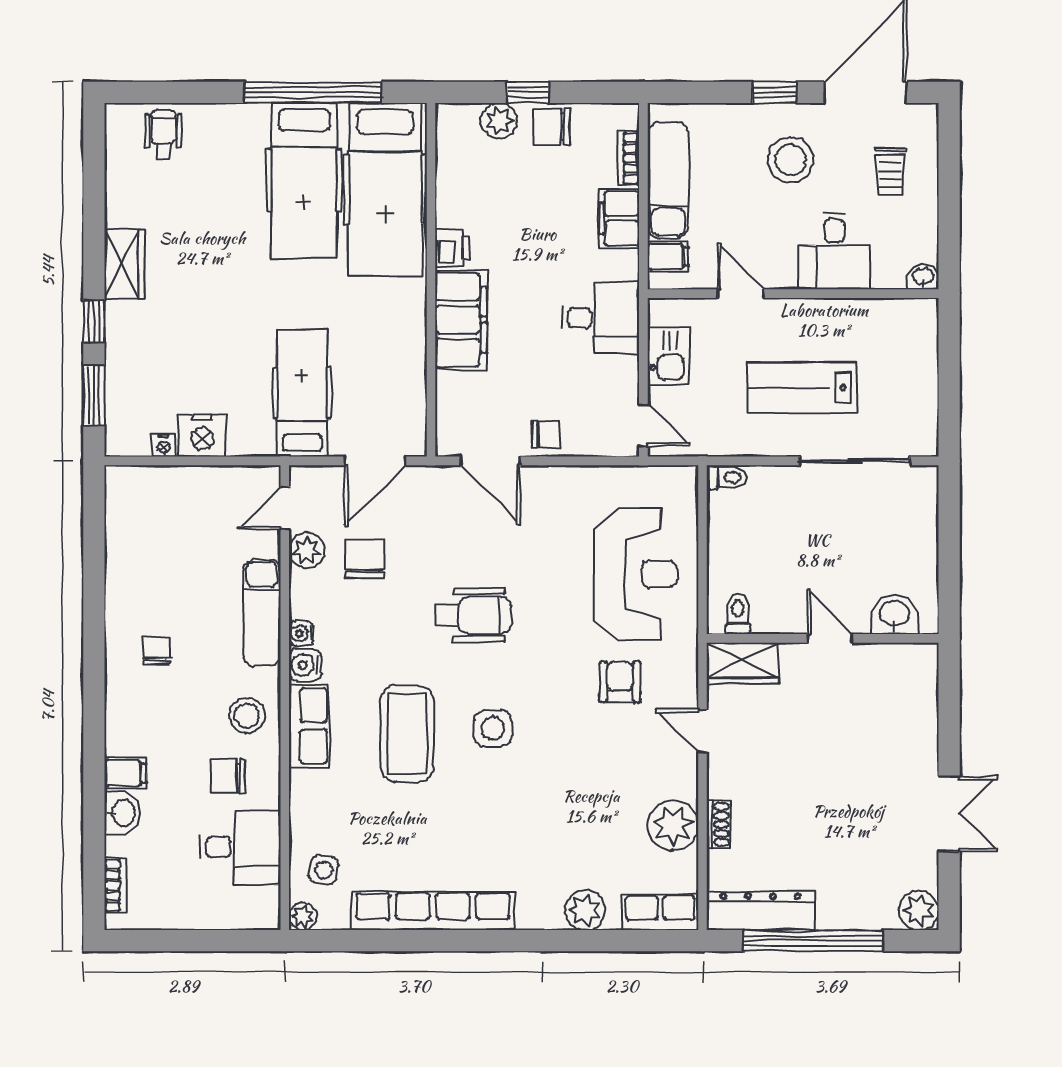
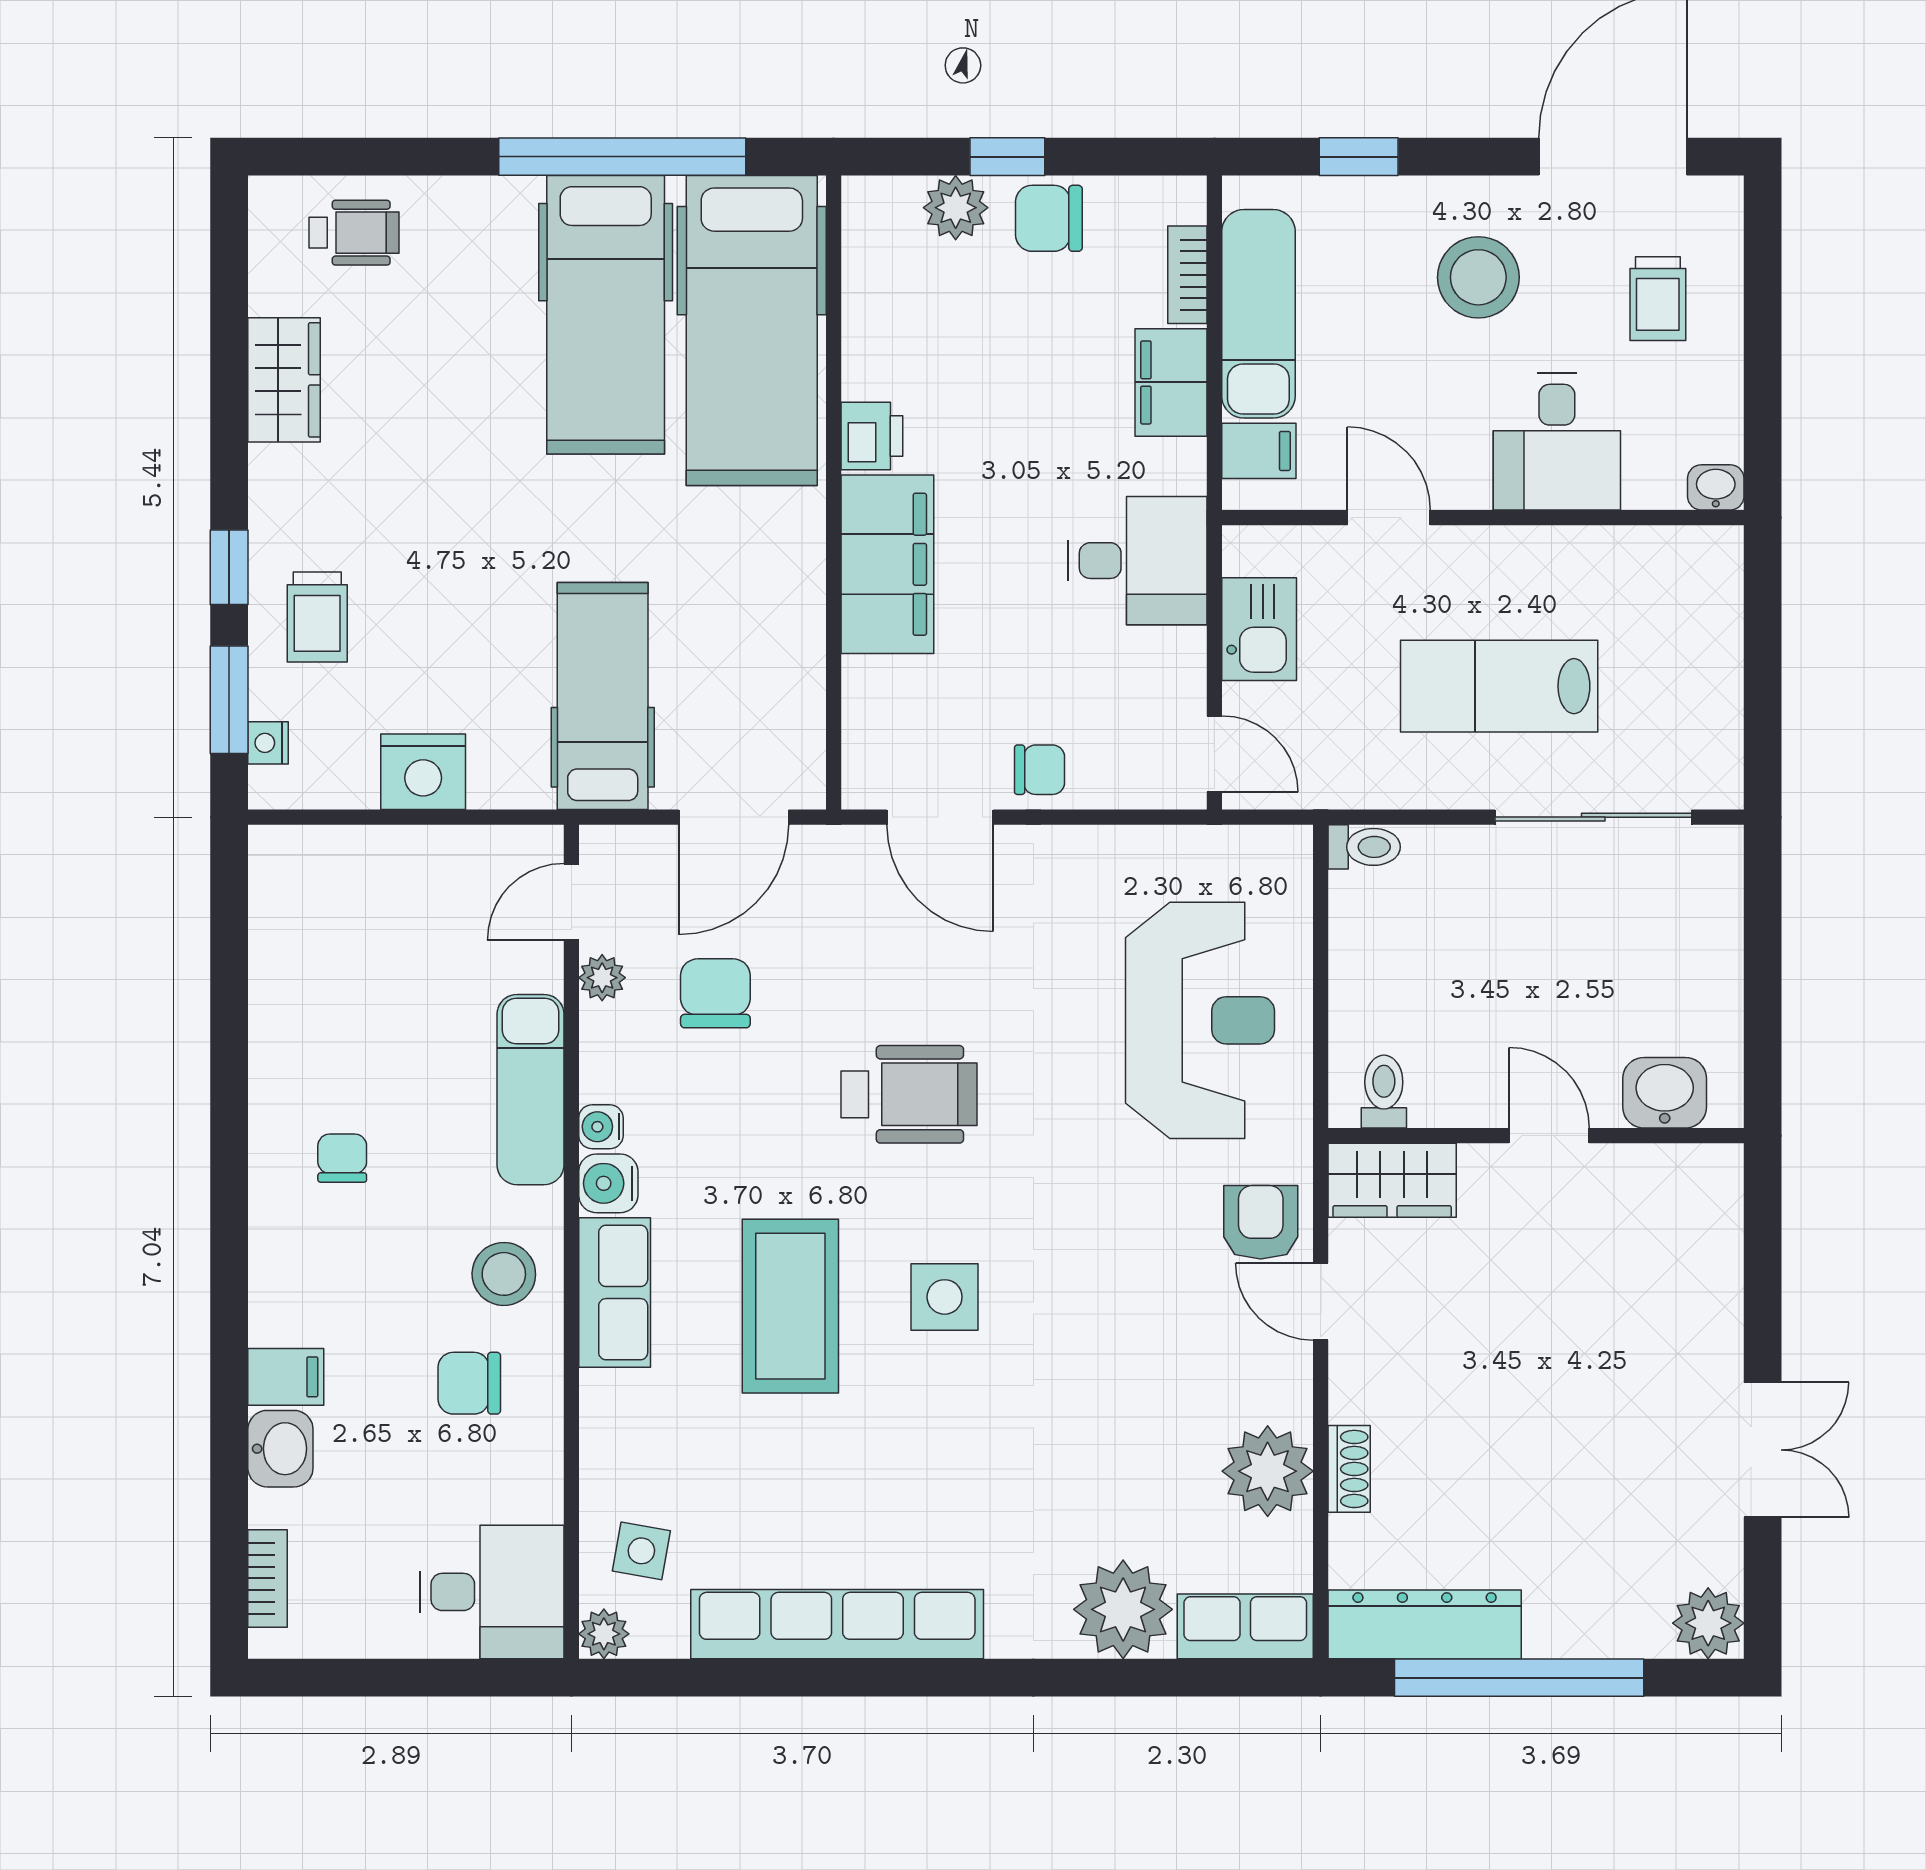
window: (775, 92) -> (1359, 157), moved
wheelchair: (163, 135) -> (354, 233), turned 90
wardrobe: (124, 264) -> (284, 380), moved
trolley: (143, 349) -> (317, 617), added
nightstand: (164, 445) -> (268, 743), moved, turned 90
plant: (307, 550) -> (602, 978), width x0.73, depth x0.73
armchair: (620, 682) -> (1261, 1222), moved
desk: (240, 847) -> (492, 1592), moved
plant: (585, 910) -> (1123, 1609), width x1.36, depth x1.36

